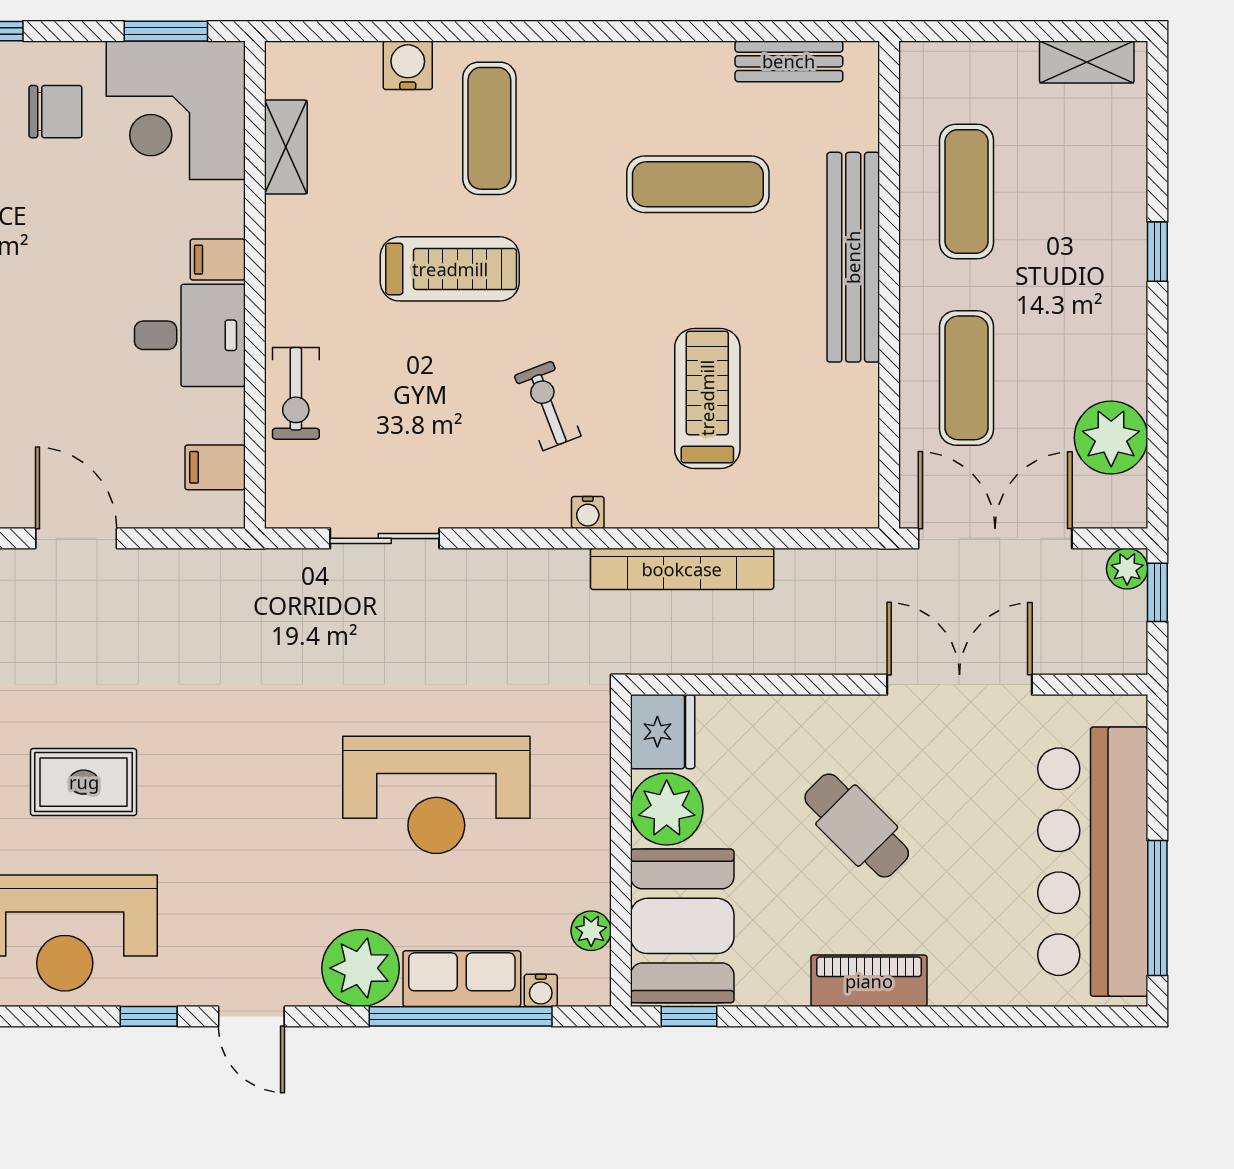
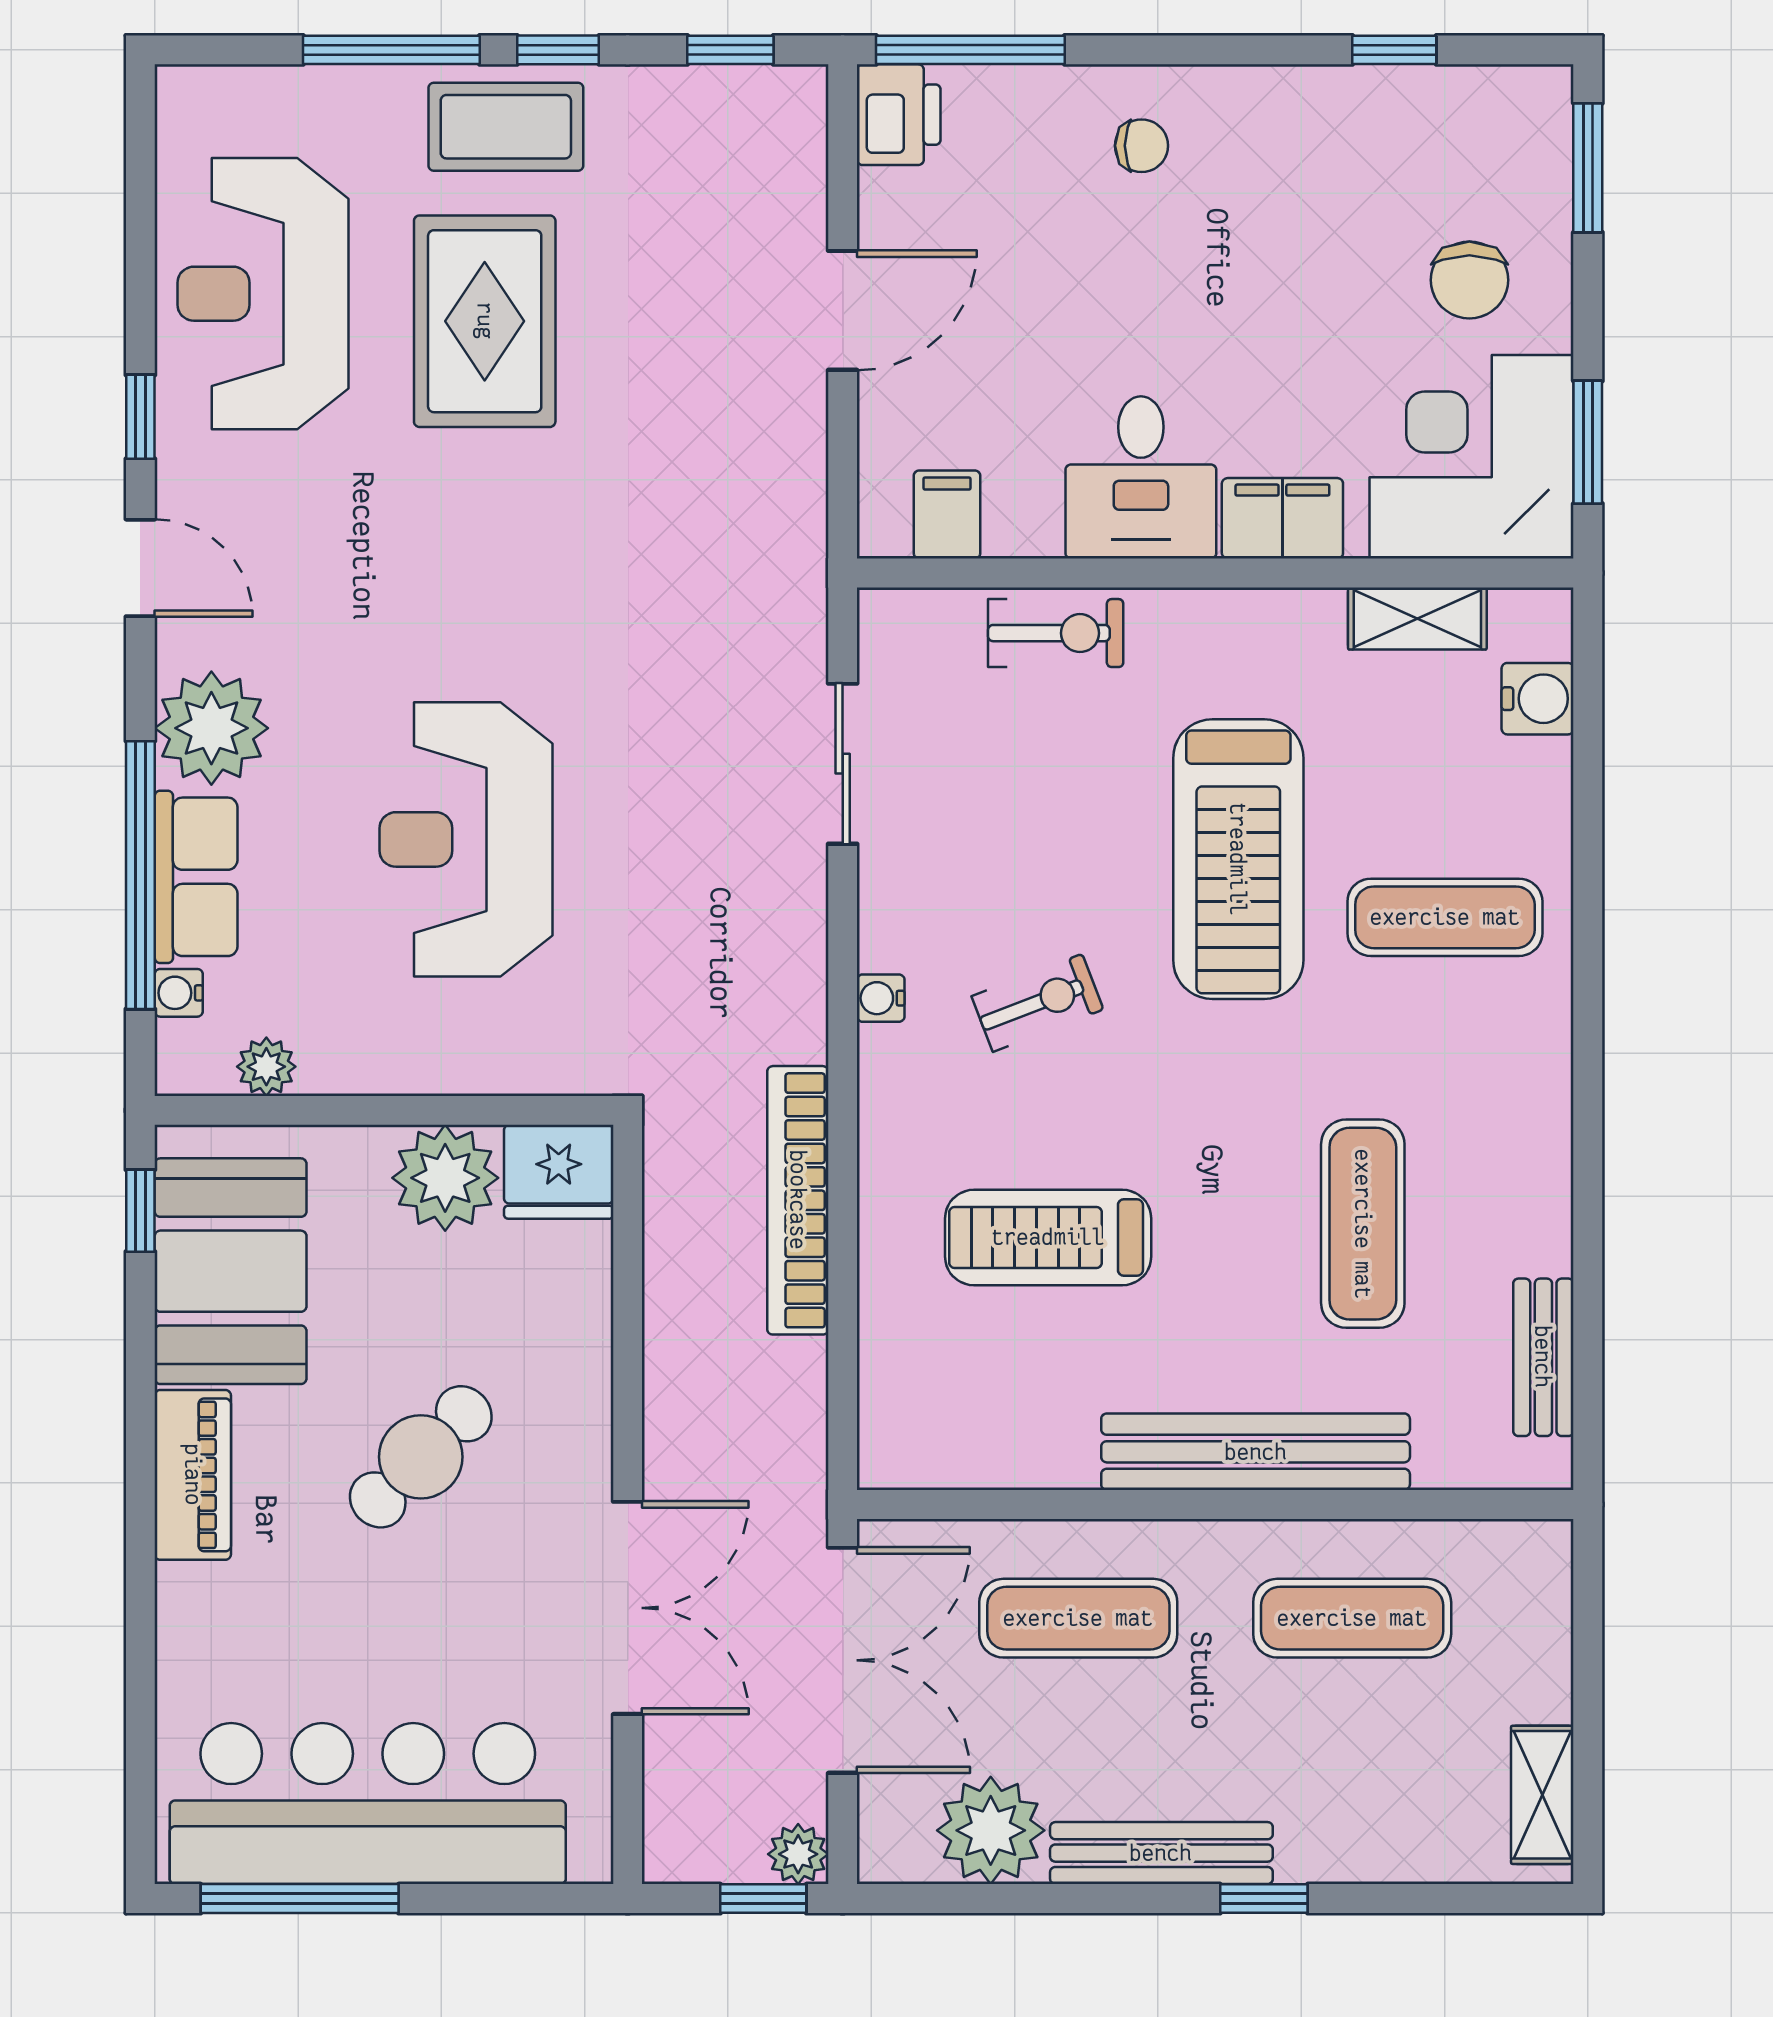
water cooler: (408, 65) -> (1538, 699), moved
filing cabinet: (218, 260) -> (1282, 518), width x2.00
treadmill: (450, 269) -> (1238, 859), width x1.37, depth x1.38
bench: (1126, 321) -> (1161, 1853), added
exercise bike: (296, 393) -> (1056, 633), turned 180
treadmill: (707, 398) -> (1048, 1237), turned 180
water cooler: (588, 512) -> (881, 998), moved
rug: (84, 782) -> (485, 321), width x1.36, depth x1.43
booth: (682, 926) -> (231, 1271), moved, turned 90
door: (251, 1016) -> (140, 568), swing flipped

